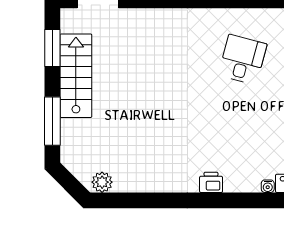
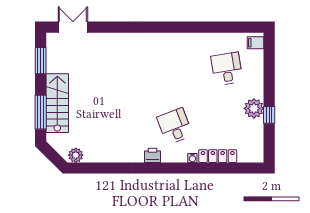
desk: (243, 60) -> (175, 126), moved, turned -36
stairs: (76, 76) -> (57, 103), moved

